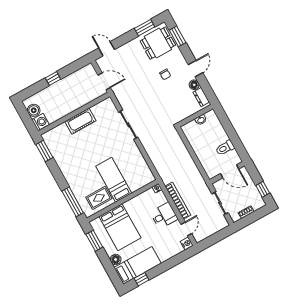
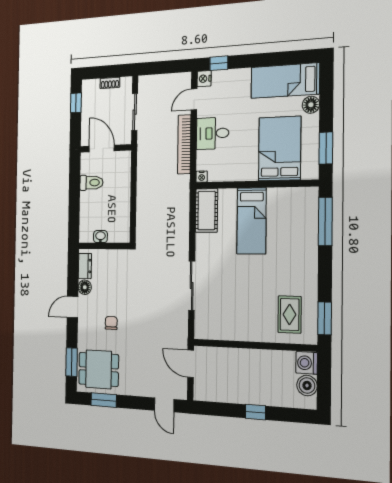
cot: (80, 121) -> (206, 211), moved, turned 90
rug: (99, 198) -> (290, 314), moved, turned 90
window: (142, 279) -> (219, 63), moved

